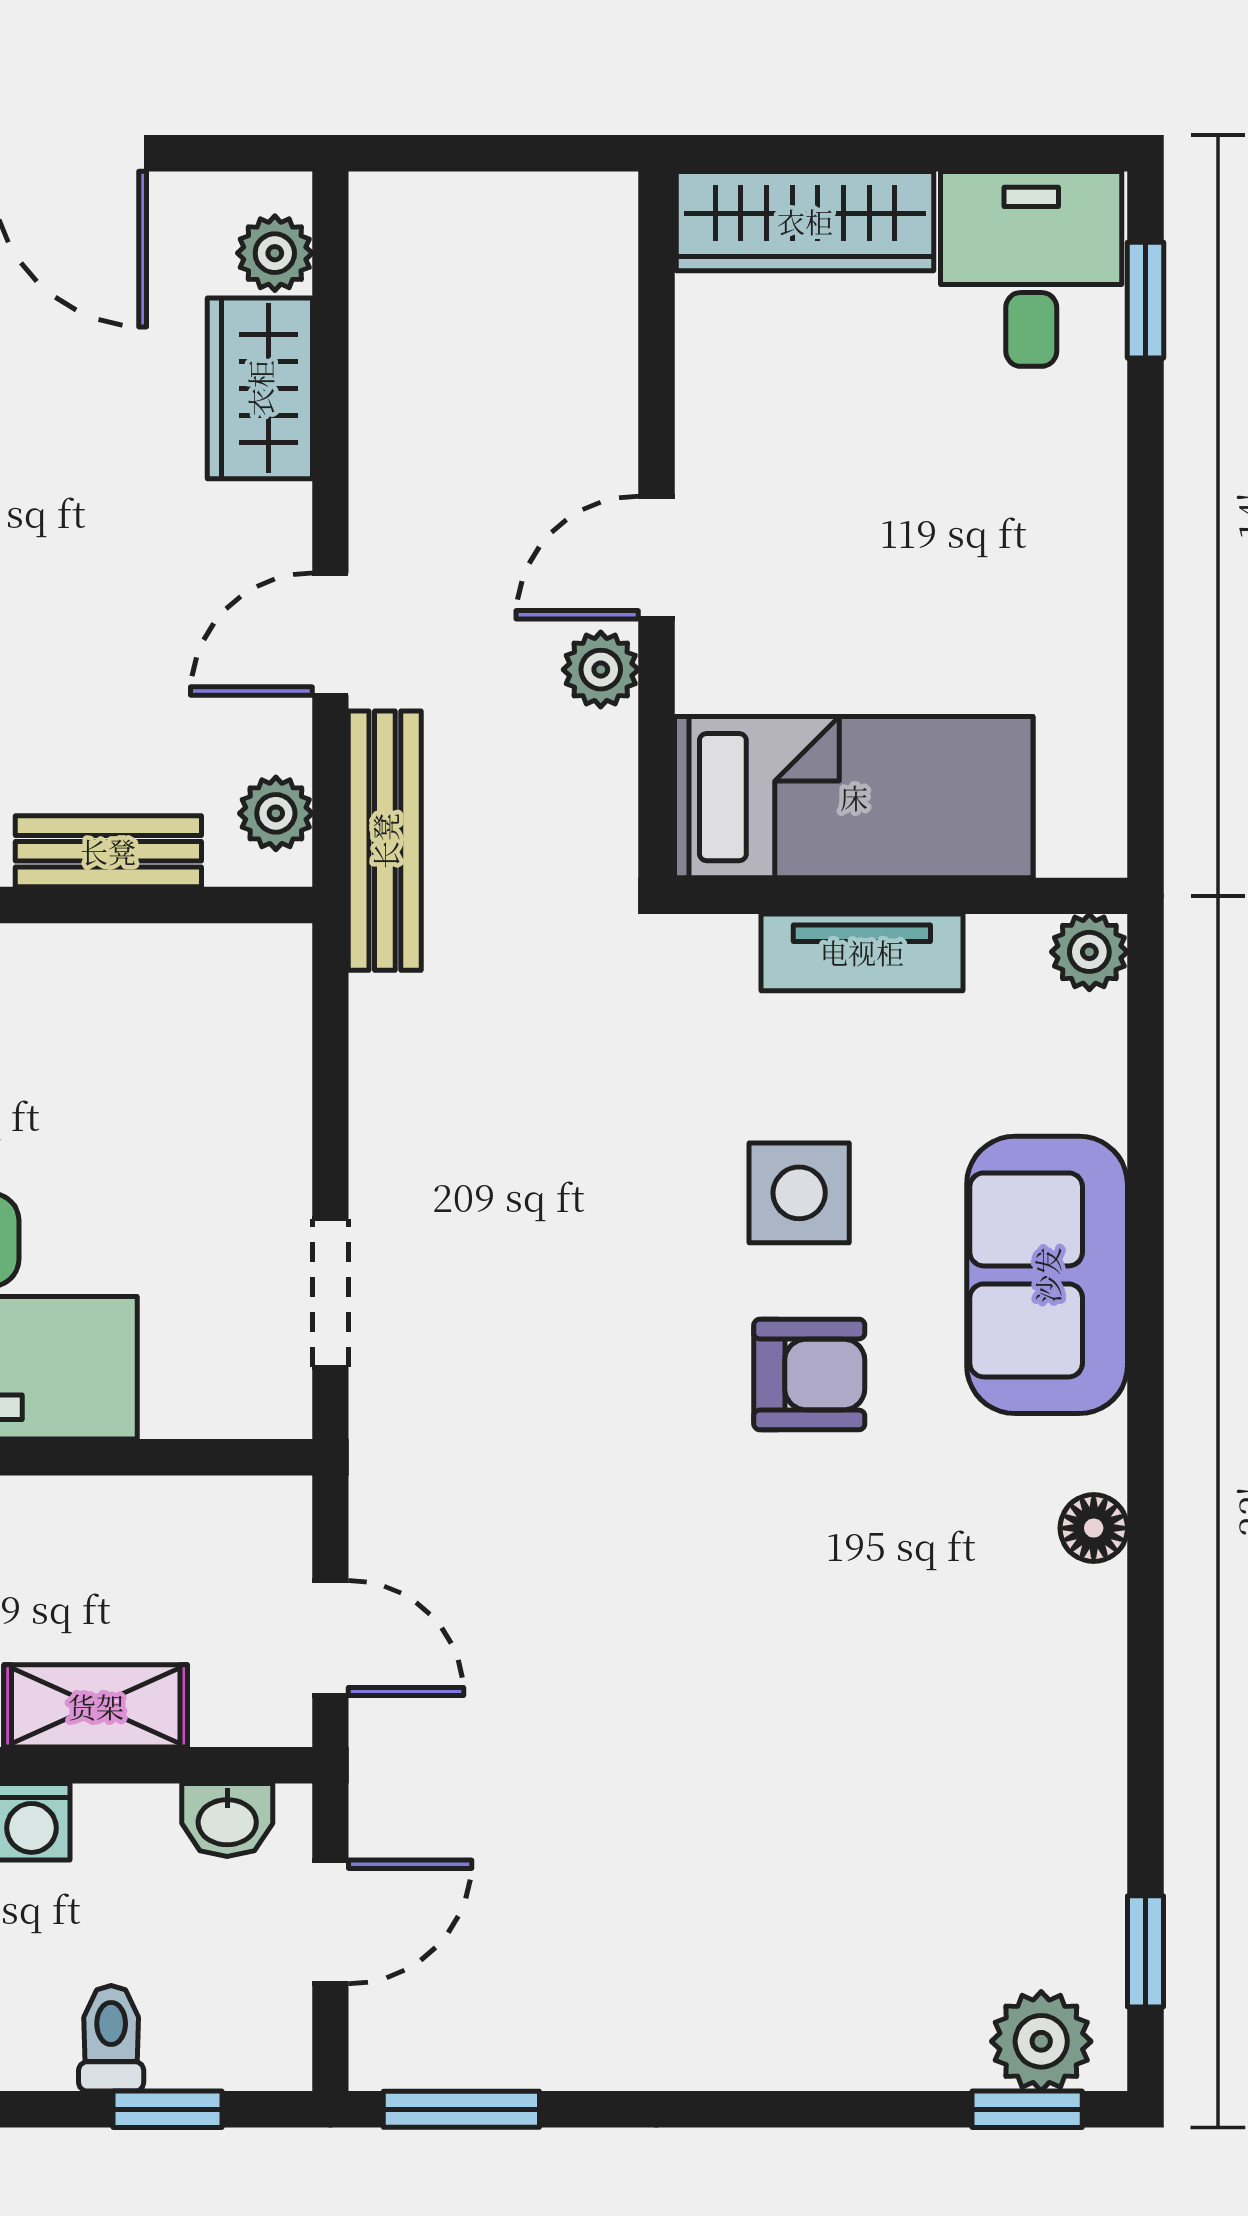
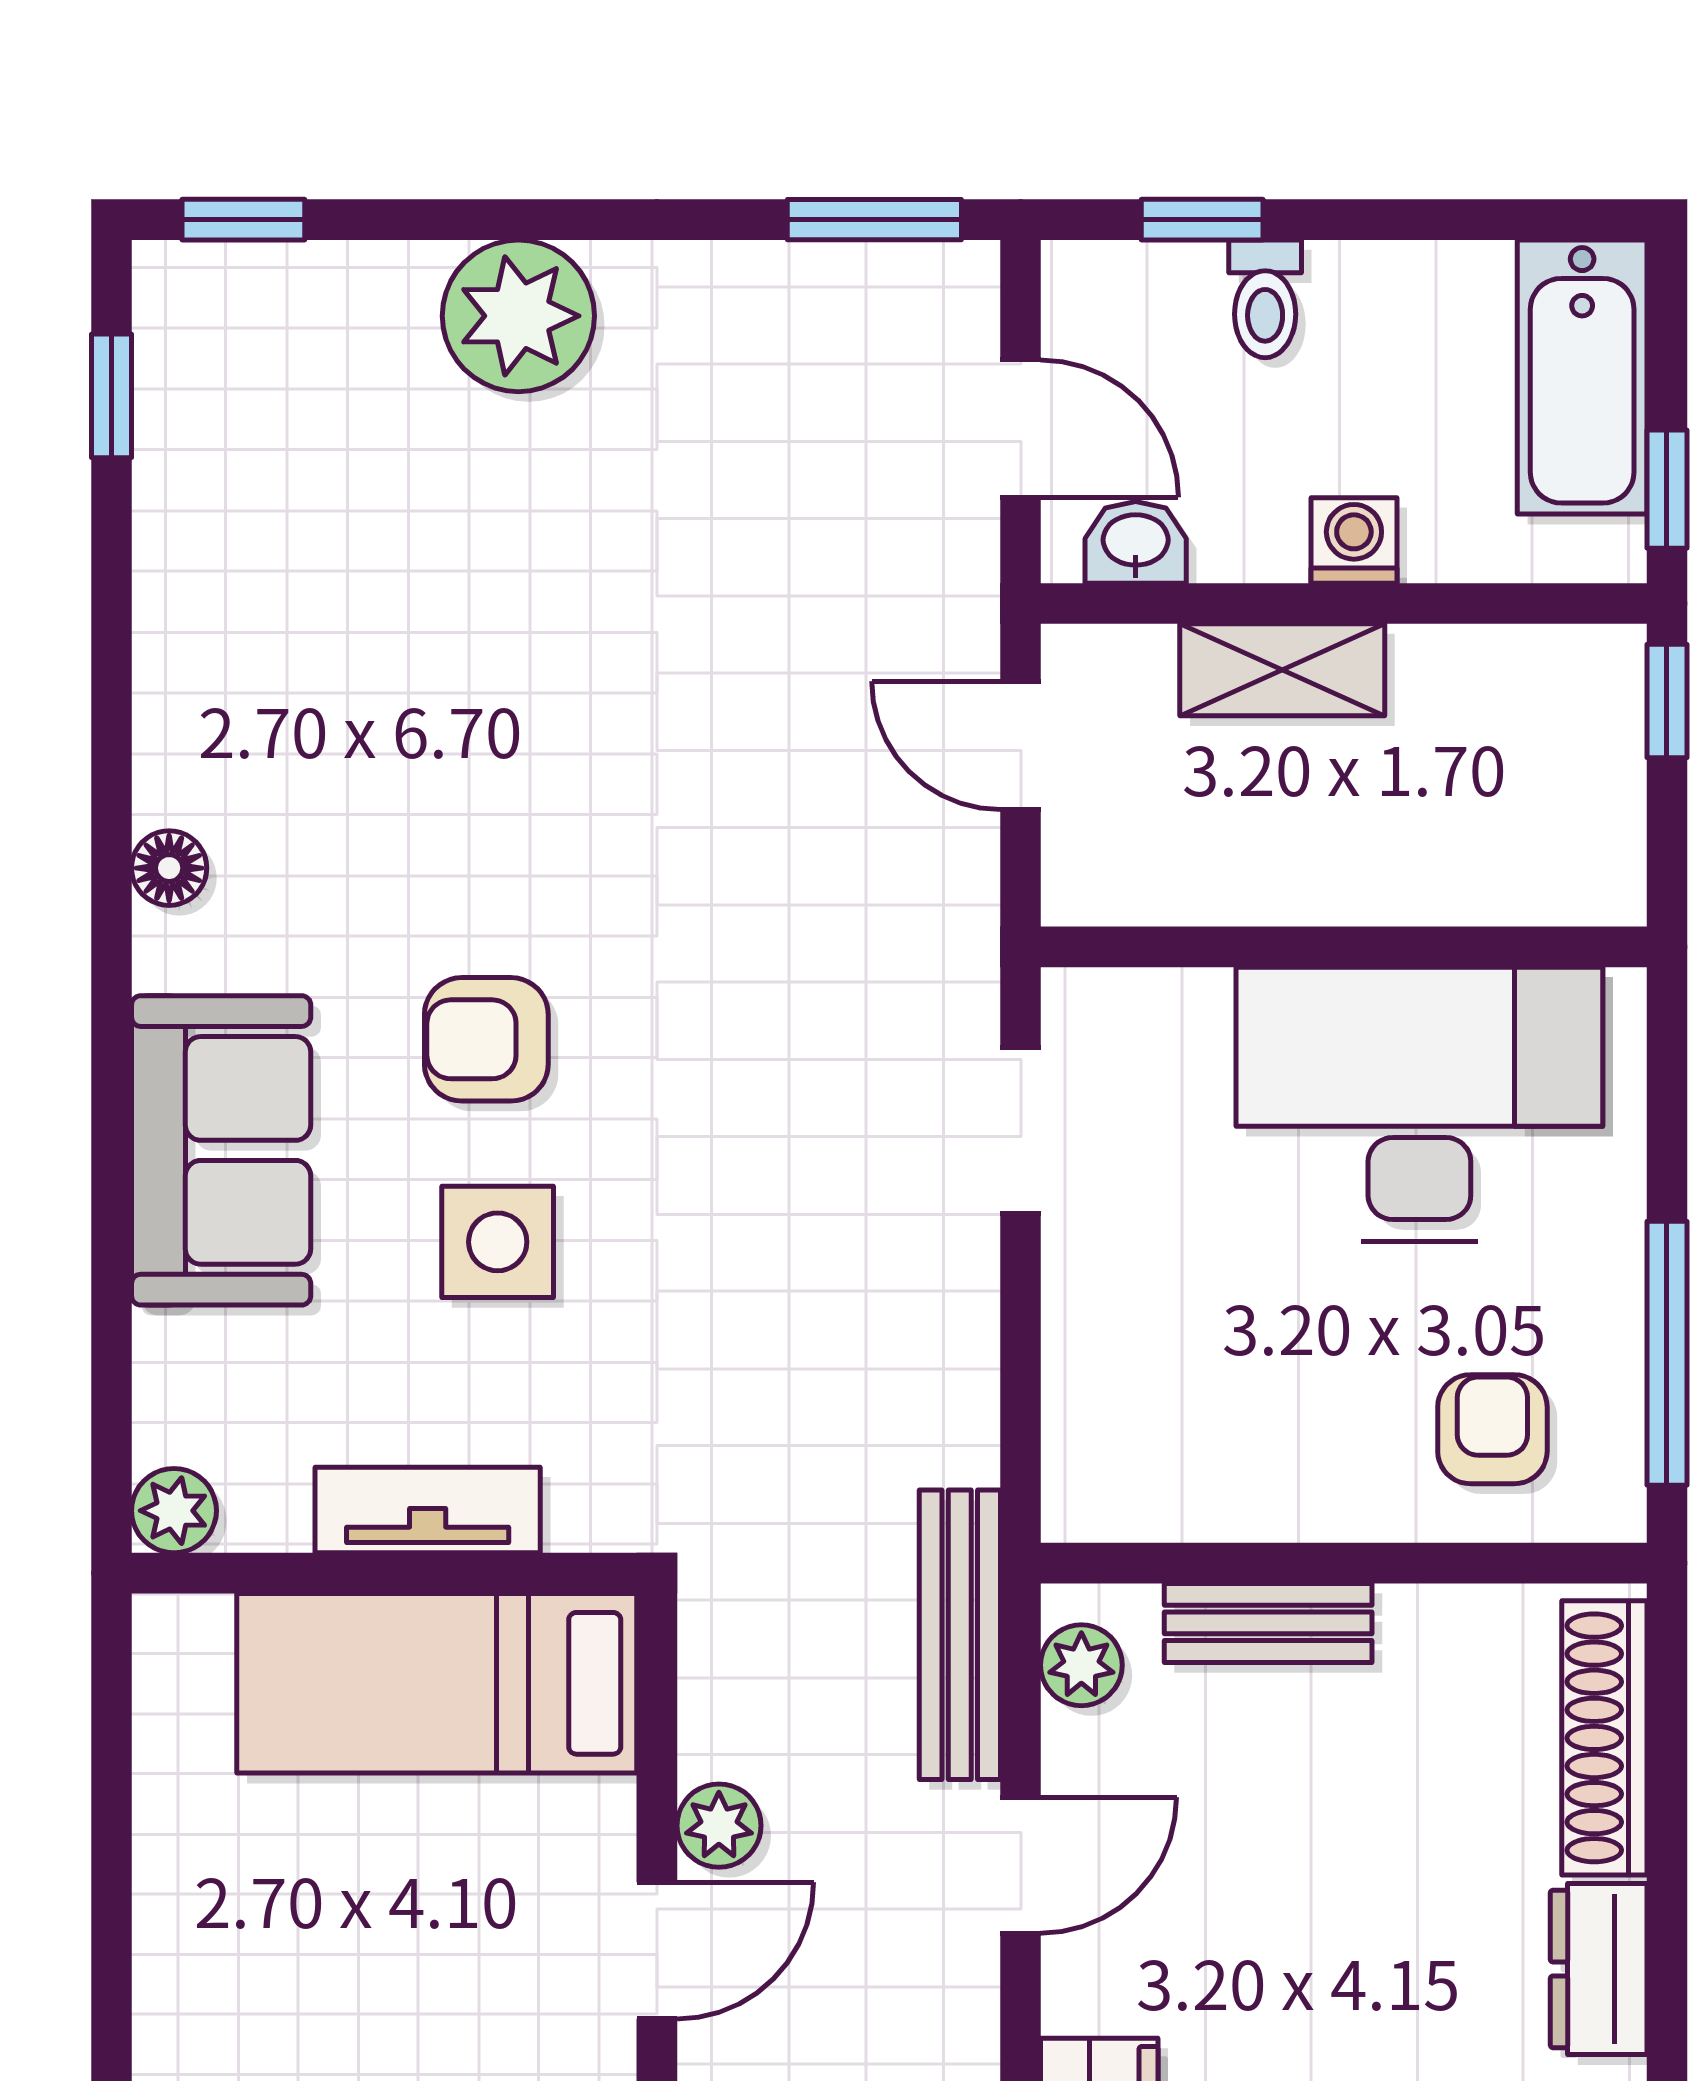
door: (330, 1922) -> (1021, 429), swing flipped
plant: (1041, 2041) -> (518, 316), moved, width x1.36, depth x1.36

